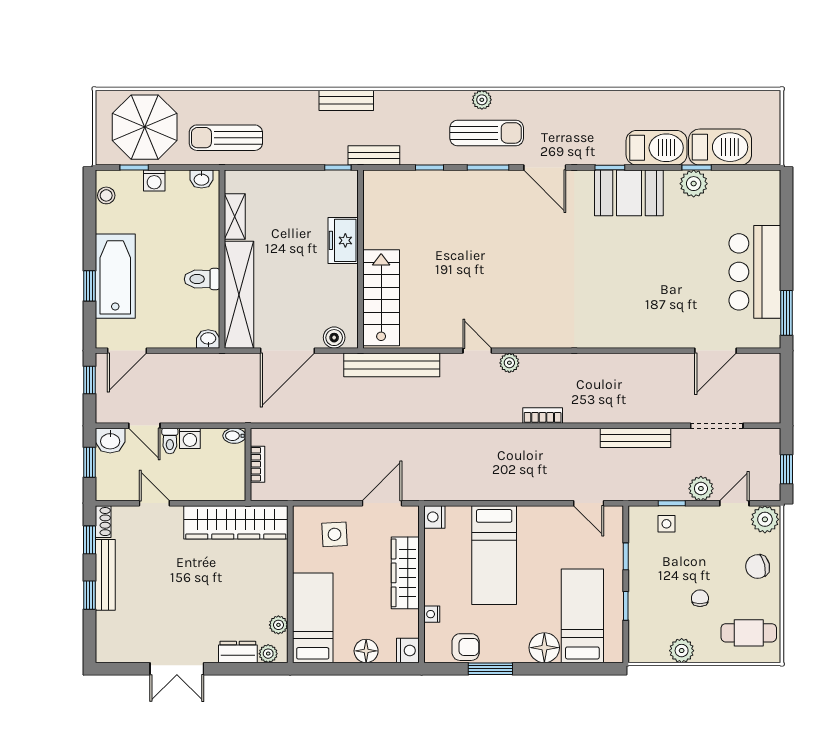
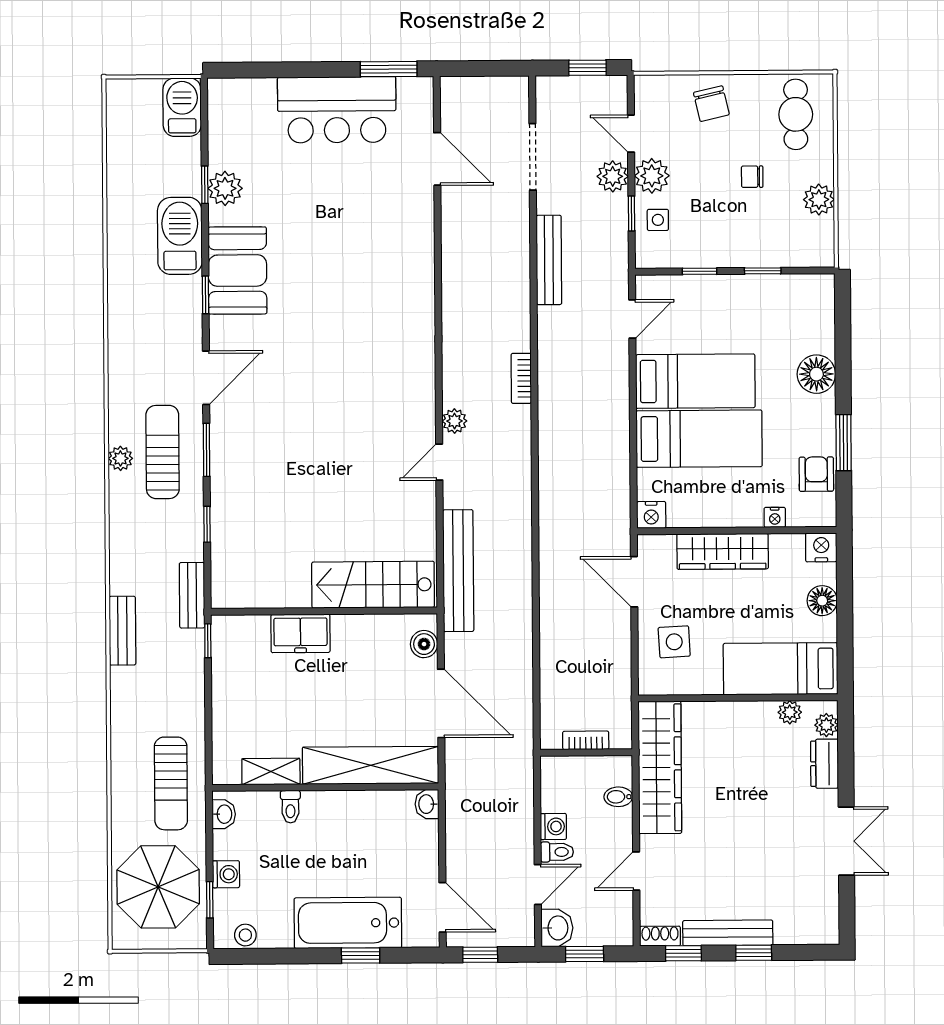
barbecue: (720, 147) -> (182, 107), moved, width x0.73, depth x0.83
toilet: (202, 279) -> (290, 807), moved, width x0.73, depth x0.72
bidet: (234, 436) -> (618, 797), moved, turned 90
plant: (765, 519) -> (652, 176), moved
bed: (582, 616) -> (695, 381), moved, turned 180

